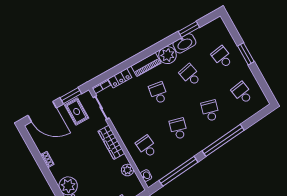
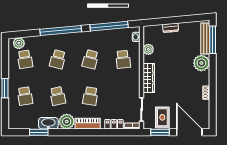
plant: (257, 105) -> (19, 43), added

